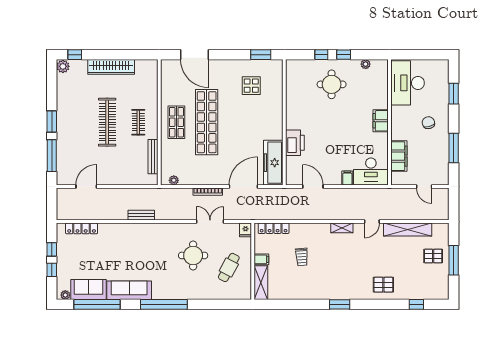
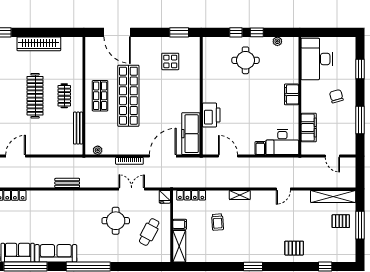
shelving: (342, 228) -> (240, 195), moved
shelving: (408, 230) -> (333, 196), moved

